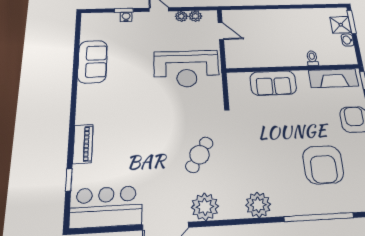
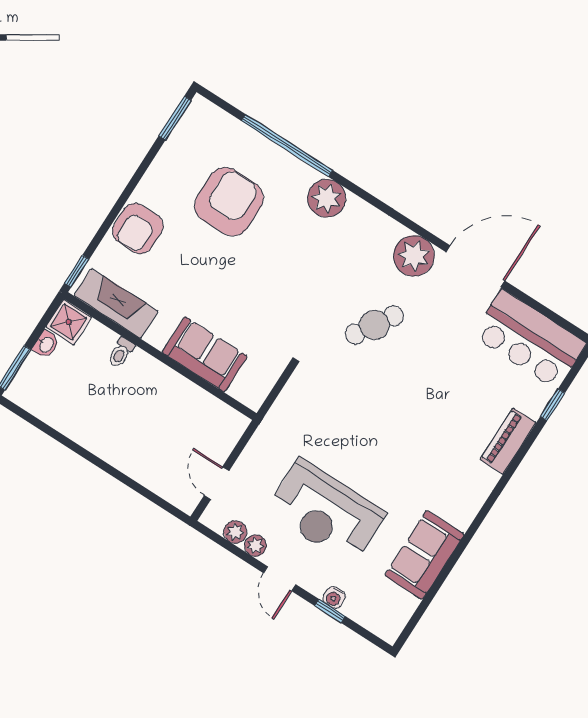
shower: (341, 25) -> (69, 322), moved
reception desk: (186, 69) -> (326, 512), moved, turned 180
plant: (258, 205) -> (327, 198), moved

